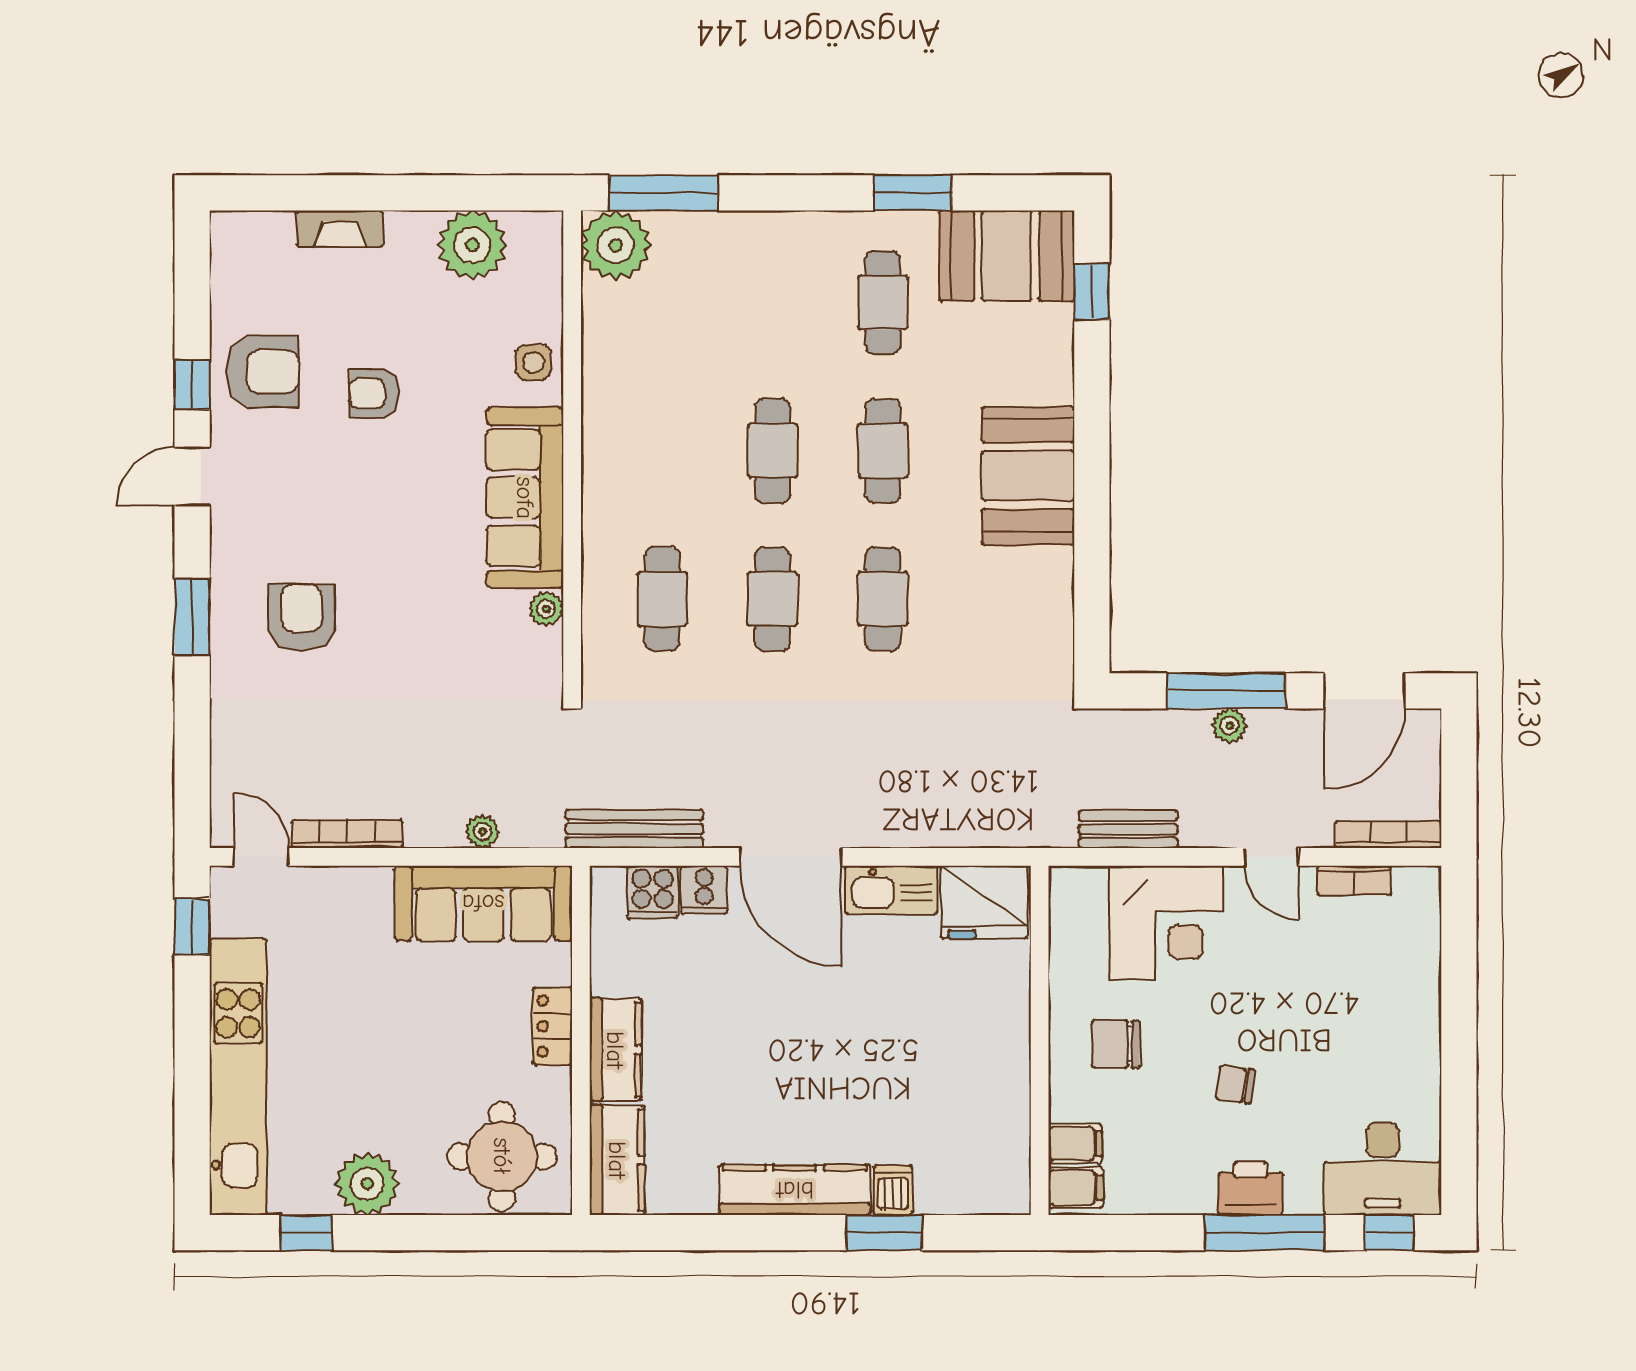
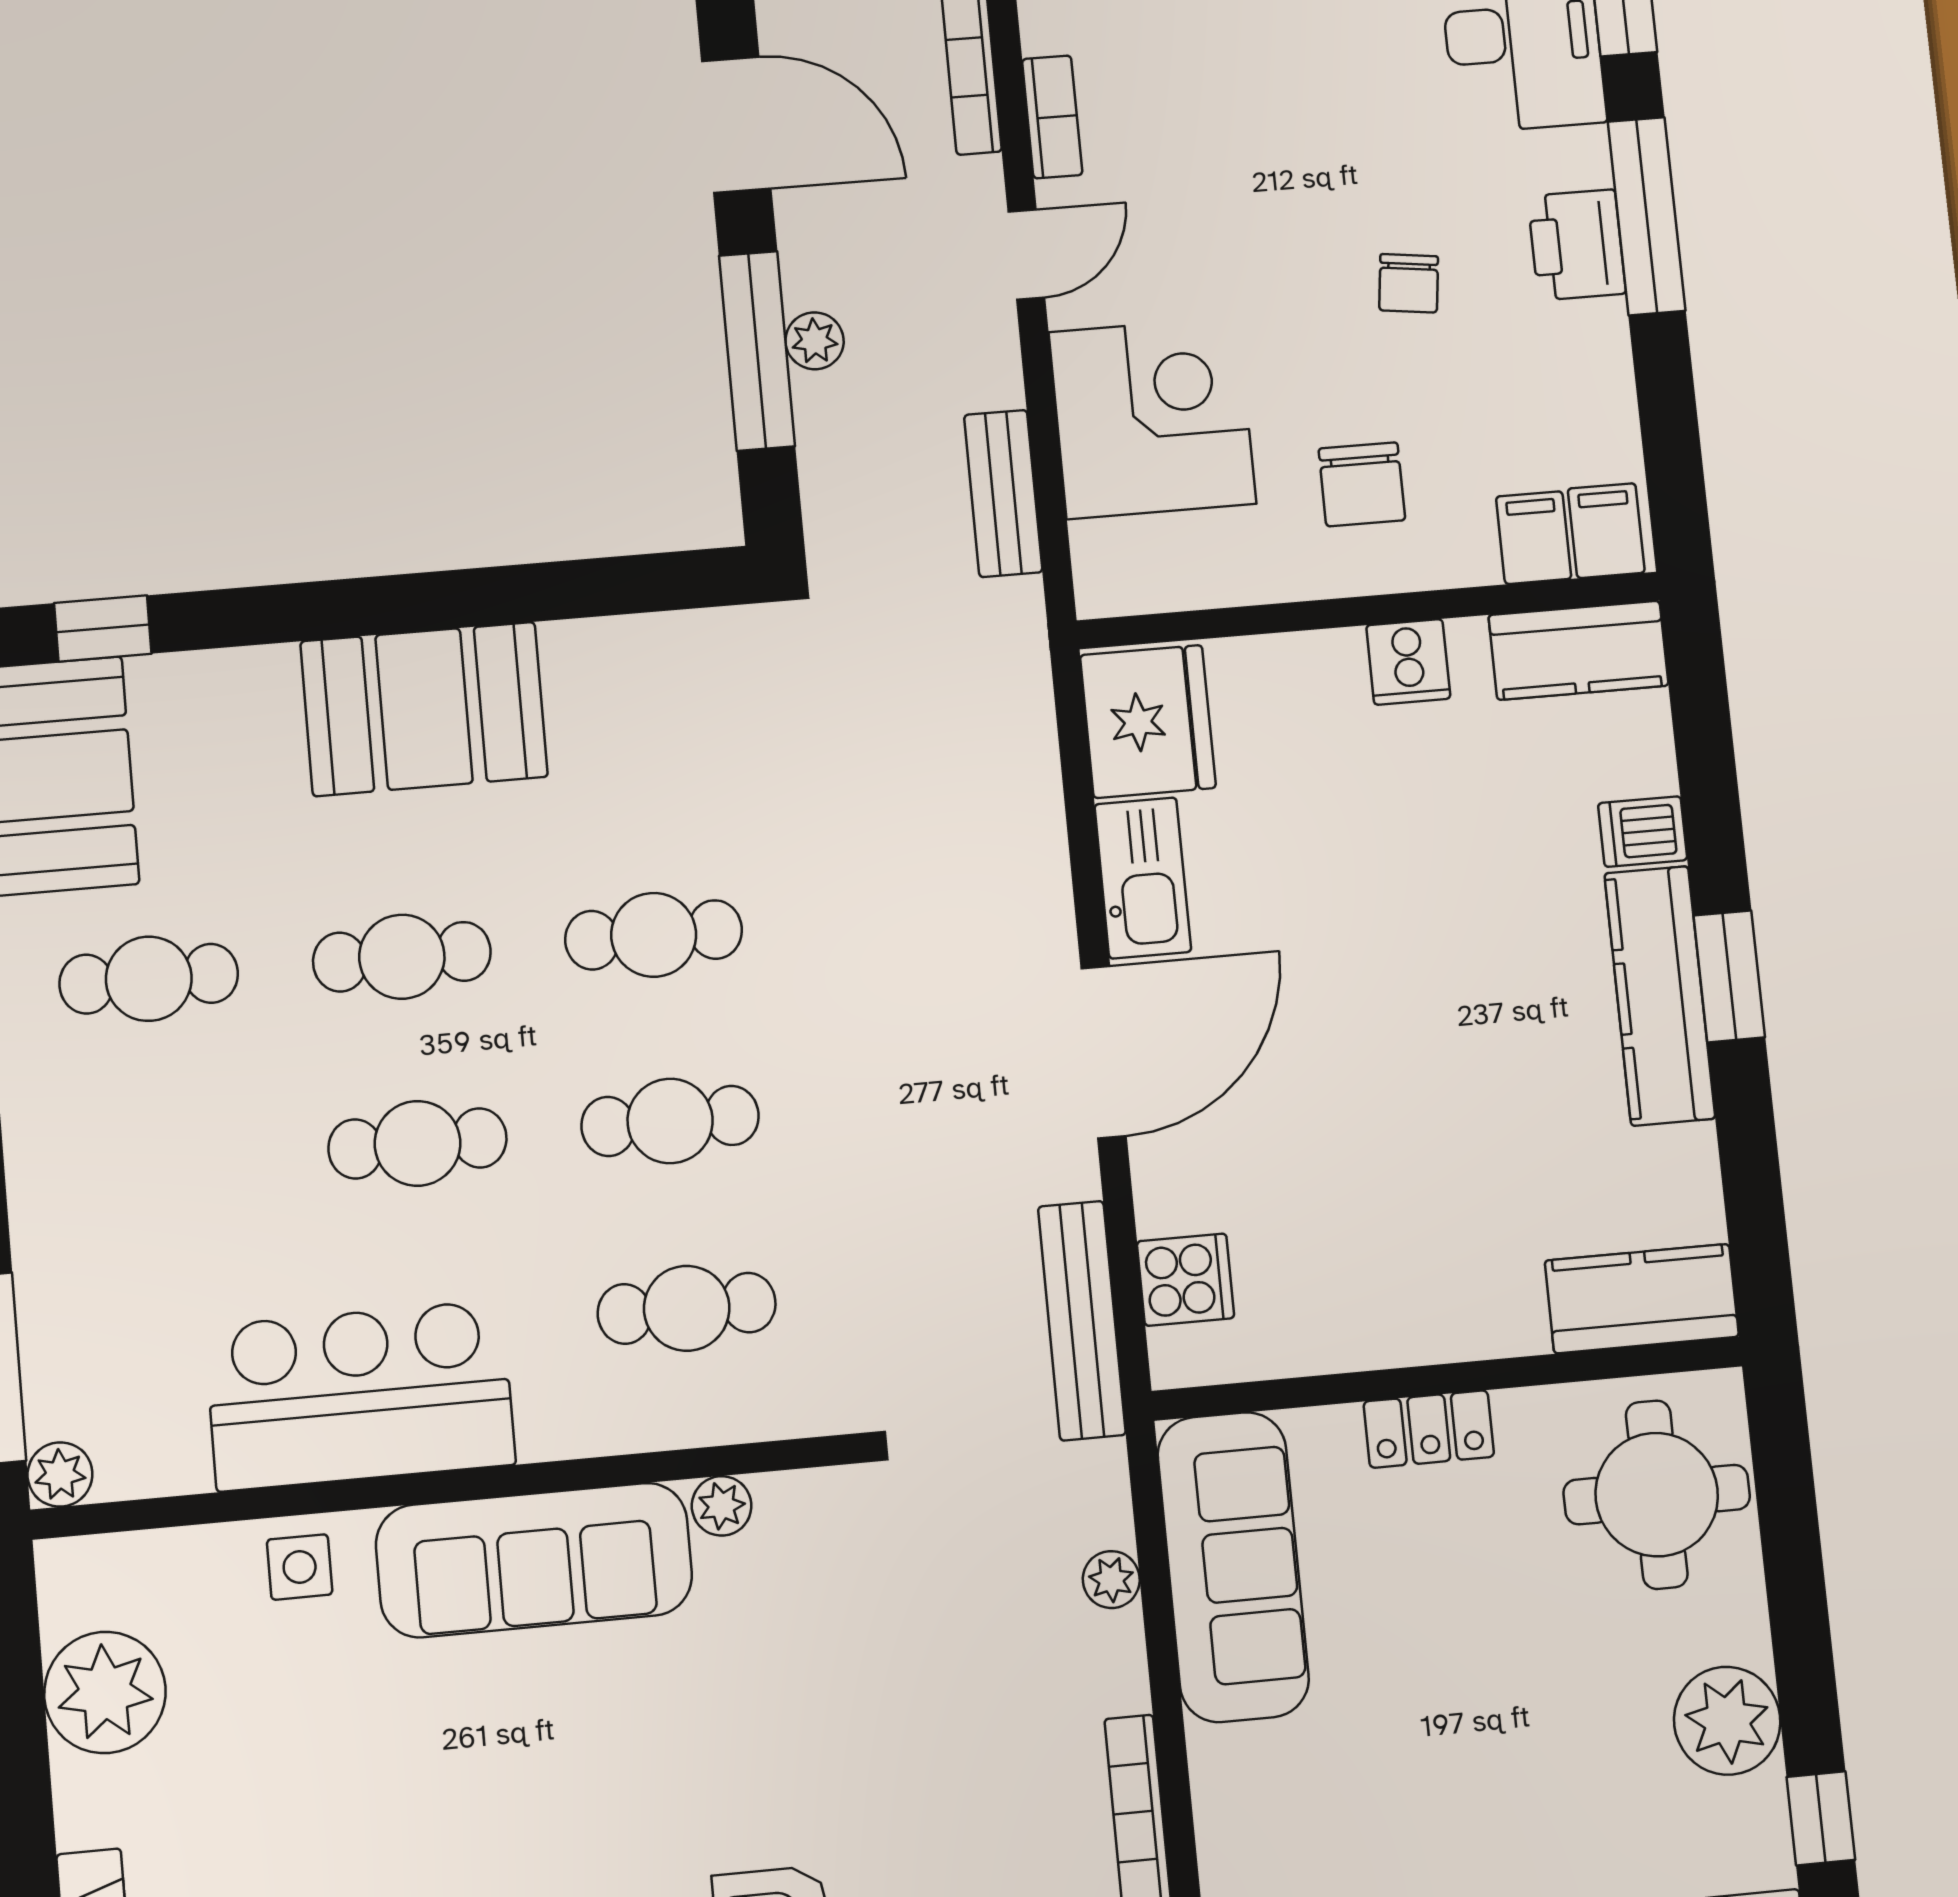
plant: (616, 245) -> (60, 1474), width x0.53, depth x0.53
armchair: (374, 394) -> (376, 1839), removed
bar counter: (629, 405) -> (360, 1396), added
cooker: (704, 890) -> (1408, 662), moved, turned 90
kitchen counter: (615, 1050) -> (1578, 650), moved, turned 180
window: (884, 1233) -> (1729, 976), moved

